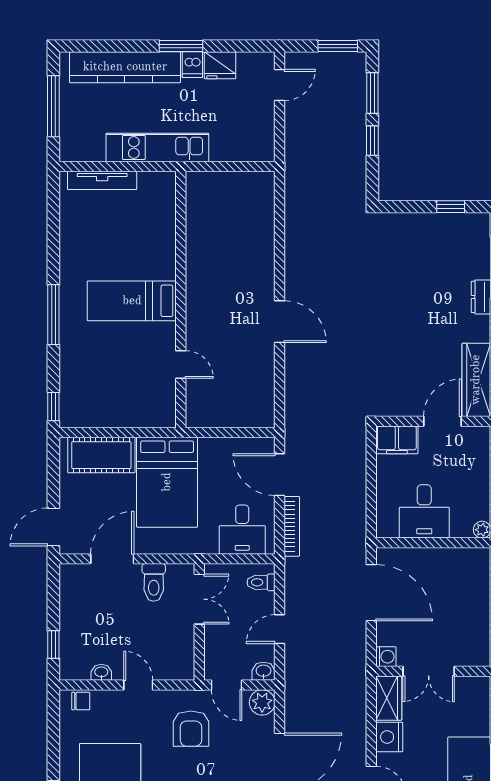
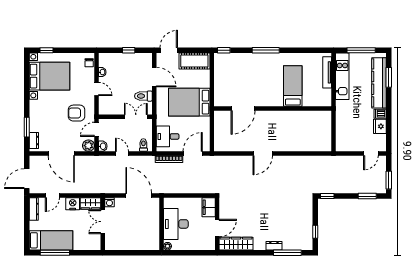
window: (181, 46) -> (389, 77), moved
door: (280, 85) -> (371, 154), hinge flipped
window: (372, 141) -> (327, 196), moved
kitchen unit: (157, 147) -> (342, 76), moved
bed: (132, 301) -> (293, 86), moved
door: (181, 365) -> (243, 108), width x1.88
door: (442, 421) -> (217, 228), hinge flipped
cot: (101, 455) -> (194, 61), moved, turned 90
desk: (424, 511) -> (176, 224), width x1.37
door: (53, 527) -> (169, 50), hinge flipped
door: (371, 593) -> (139, 196), swing flipped
double door: (199, 599) -> (136, 117), swing flipped
window: (53, 645) -> (129, 50), moved
door: (138, 685) -> (96, 89), hinge flipped

